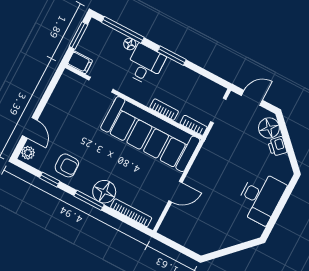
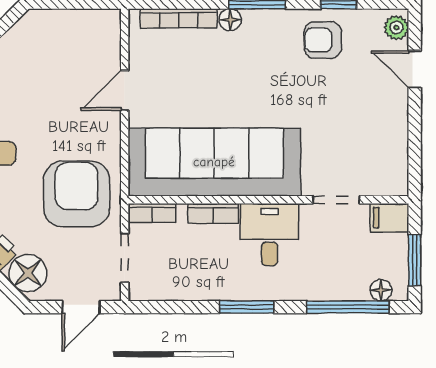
floor lamp: (130, 44) -> (381, 290), moved
desk: (145, 65) -> (270, 235), moved, turned 180
armchair: (225, 154) -> (77, 194), added
floor lamp: (104, 192) -> (230, 20), width x0.53, depth x0.53

